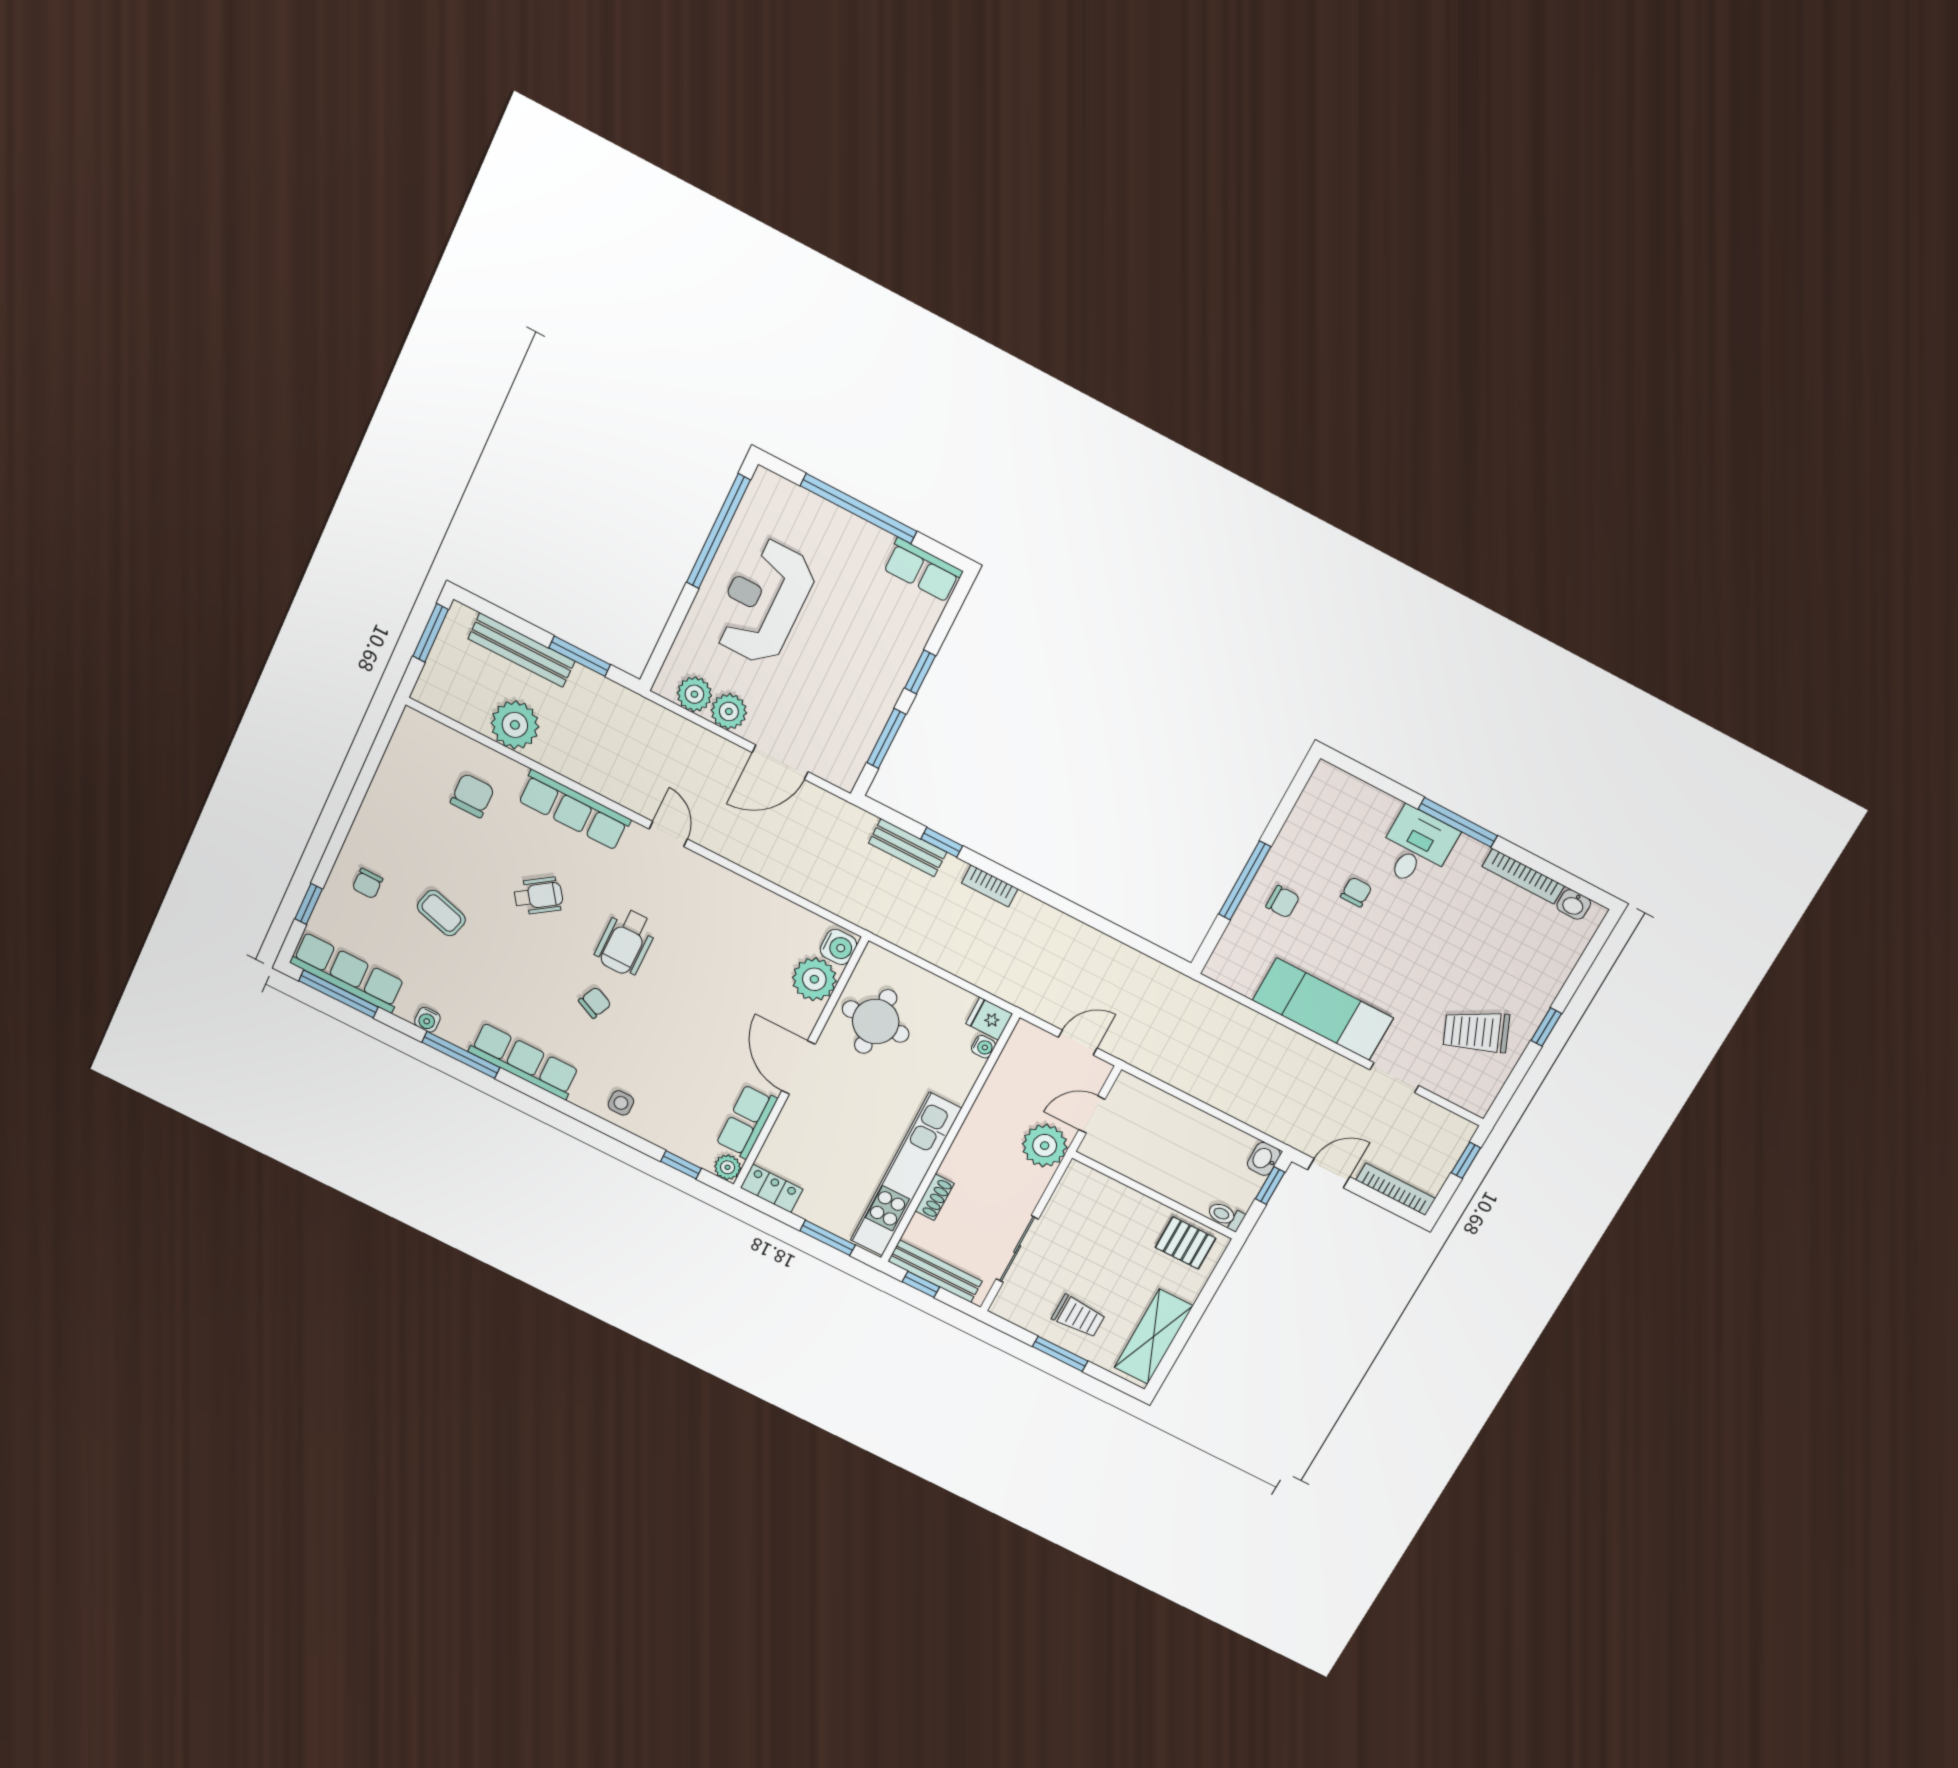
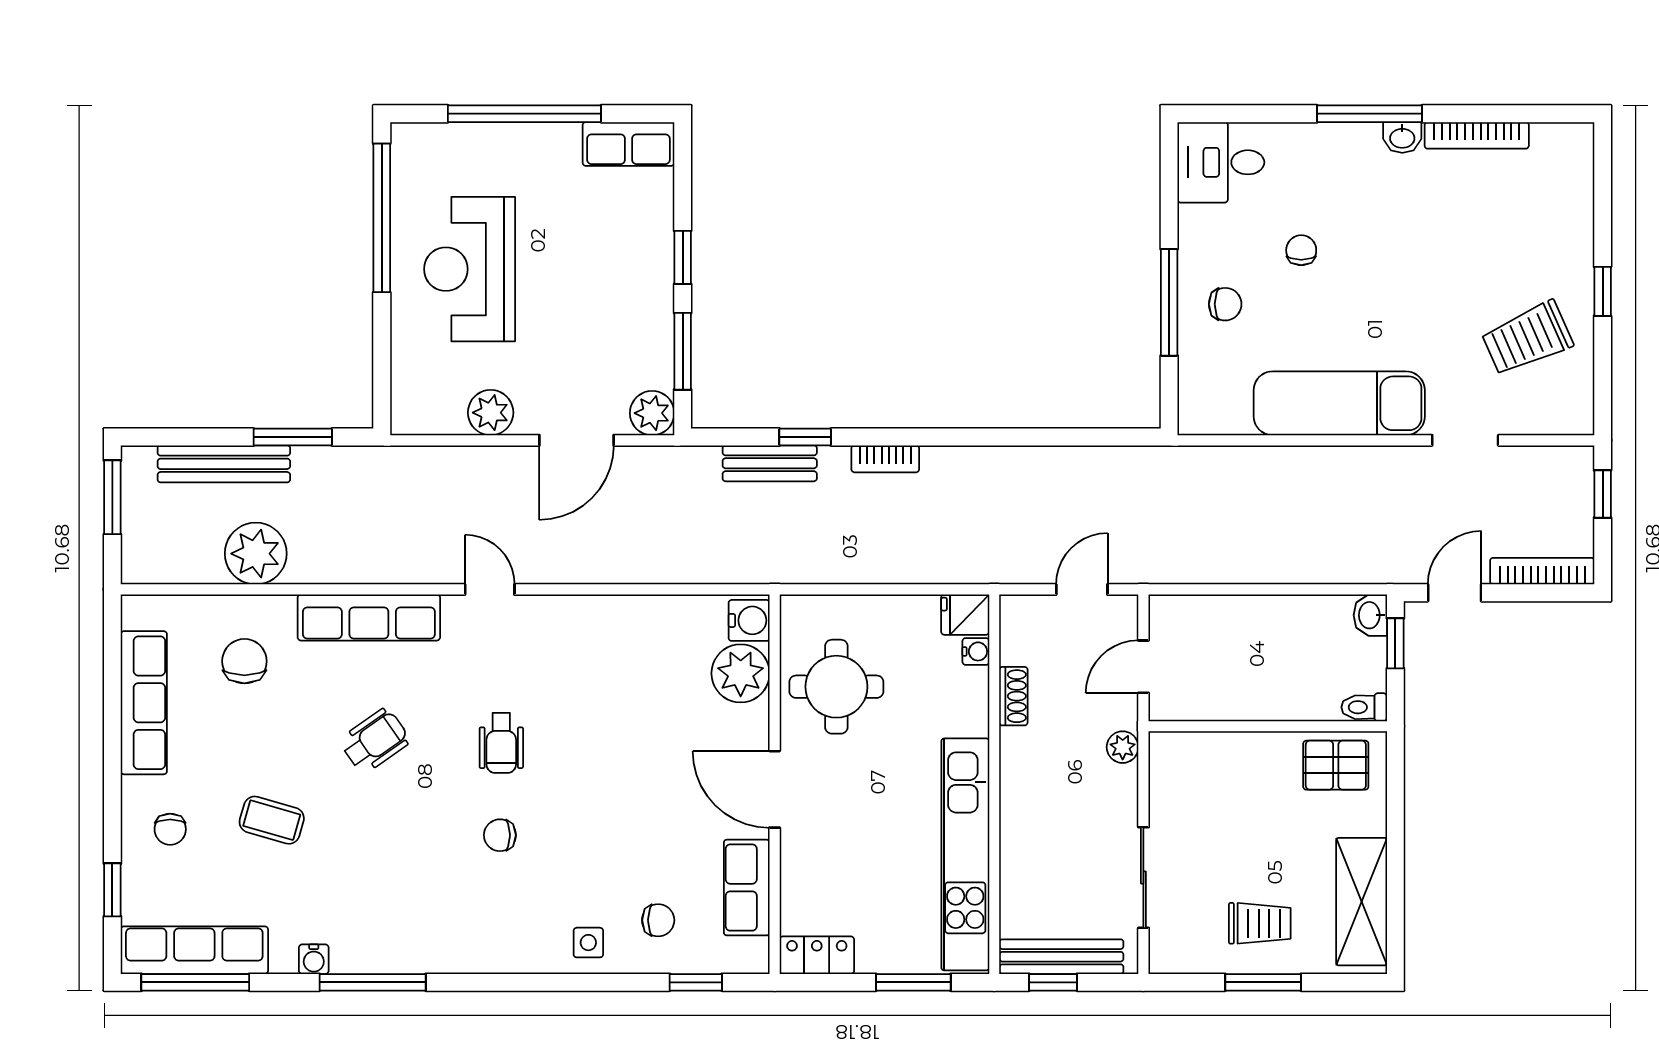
plant: (694, 694) -> (652, 413), moved
desk: (1416, 847) -> (1221, 162), moved, turned -90
washbasin: (1574, 904) -> (1402, 137), moved
wheelchair: (626, 942) -> (501, 743), width x0.73, depth x0.73
chair: (595, 1003) -> (500, 835), turned -115
row of seats: (524, 1061) -> (144, 703), moved, turned 90
chair: (676, 1112) -> (658, 920), added
plant: (1045, 1146) -> (1123, 747), width x0.53, depth x0.53
plant: (728, 1167) -> (752, 956), removed
shoe rack: (935, 1197) -> (1013, 696), moved

